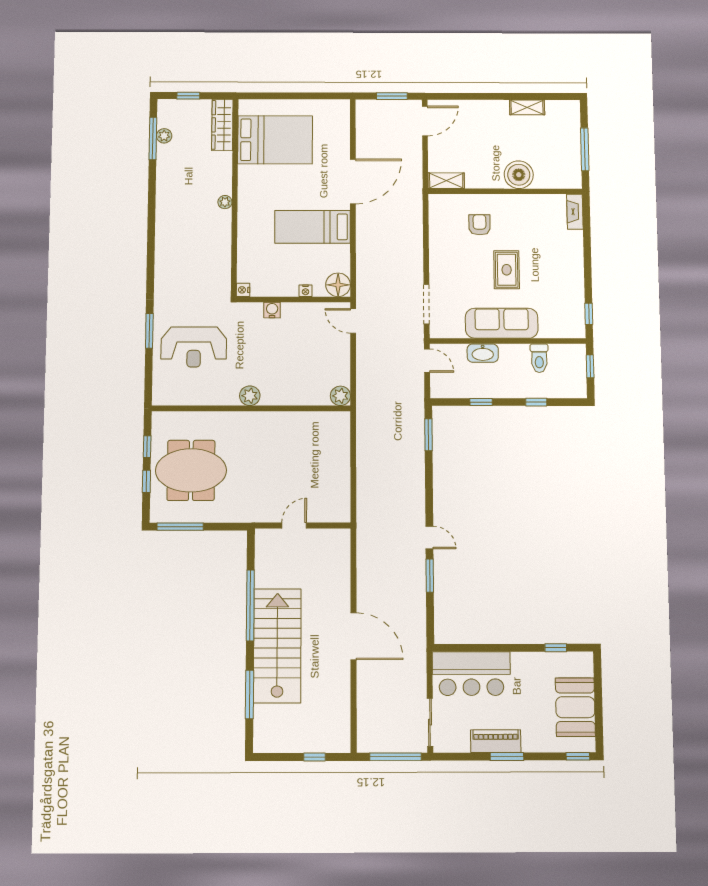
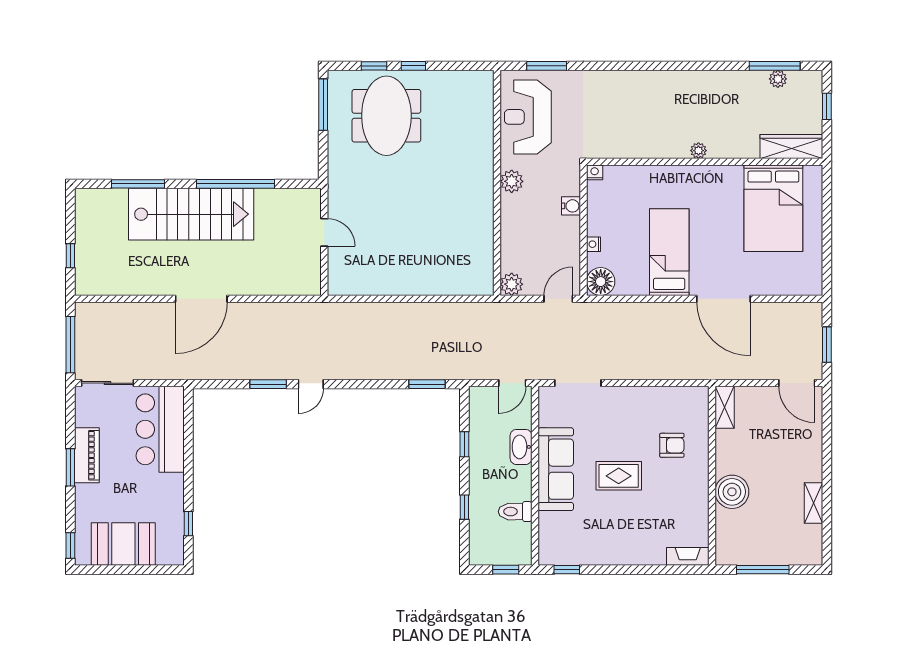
plant: (250, 396) -> (512, 181), moved
plant: (340, 396) -> (512, 284), moved
wall: (251, 408) -> (497, 183), moved

